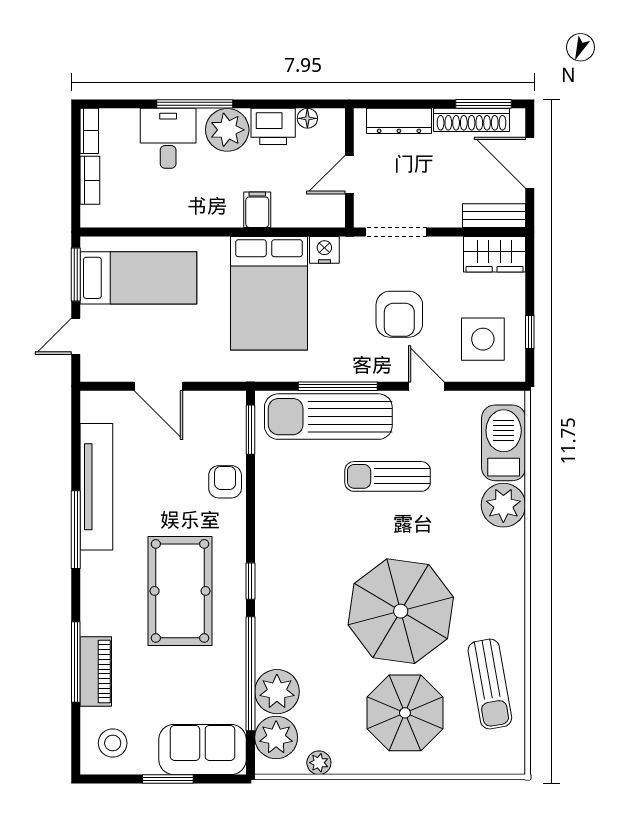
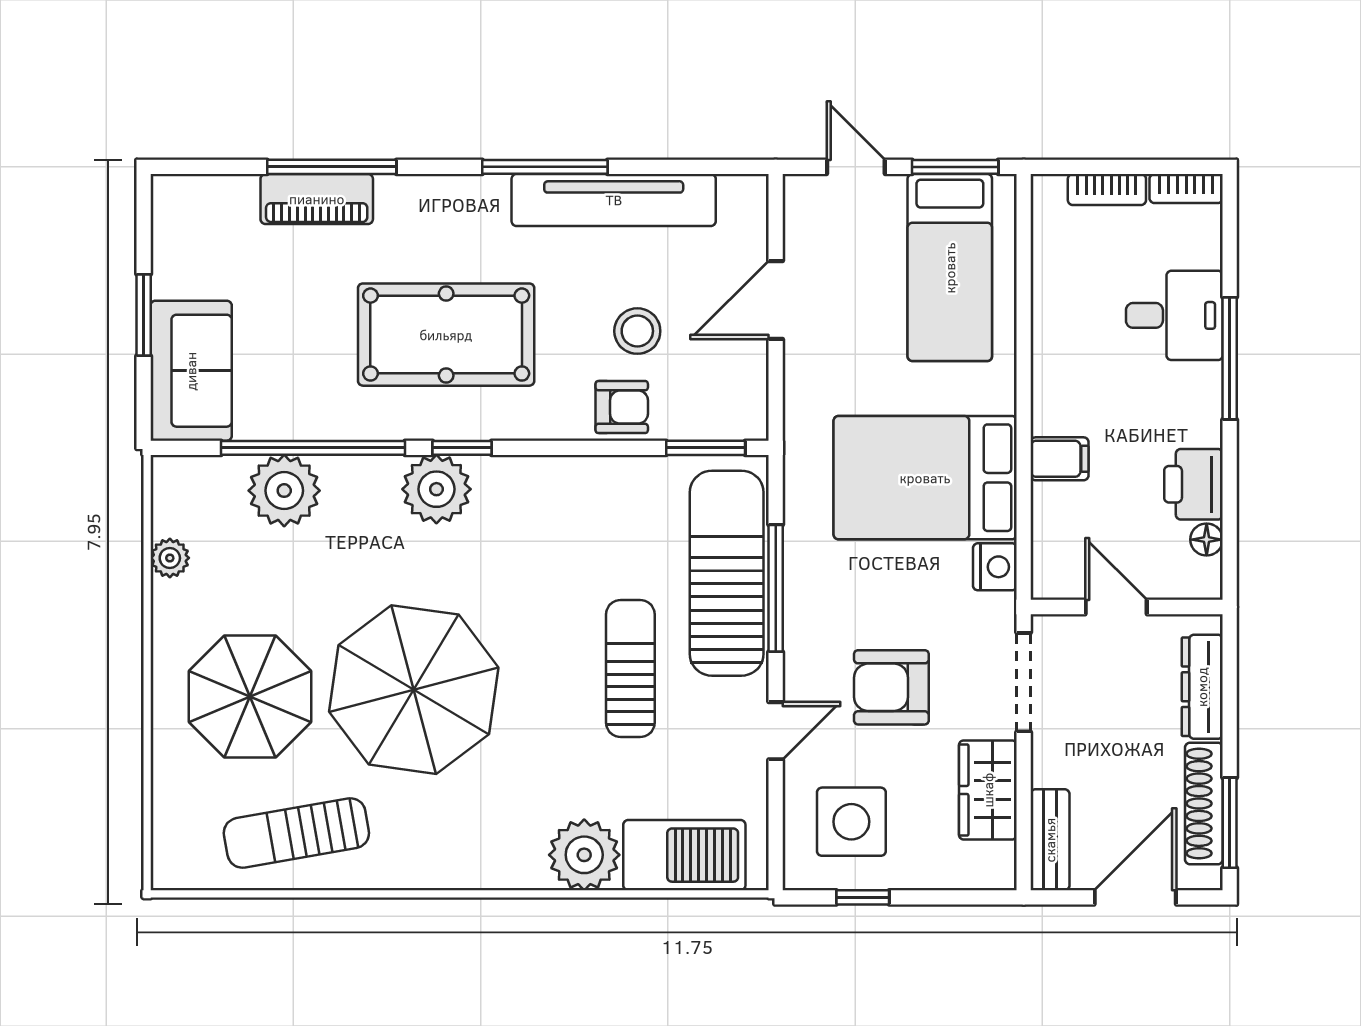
plant: (227, 130) -> (1188, 410), removed
wardrobe: (495, 254) -> (988, 790), moved
plant: (276, 737) -> (436, 489), moved
stool: (113, 743) -> (637, 331), moved

